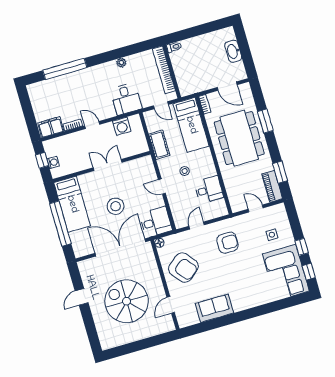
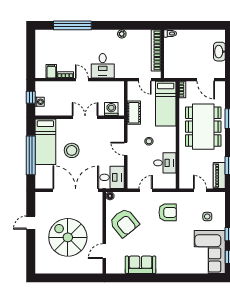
desk: (126, 99) -> (103, 66), moved
washing machine: (122, 126) -> (111, 109), moved, turned 180
filing cabinet: (51, 127) -> (51, 71), width x0.50
stool: (116, 206) -> (72, 150), moved

